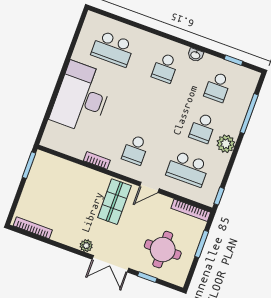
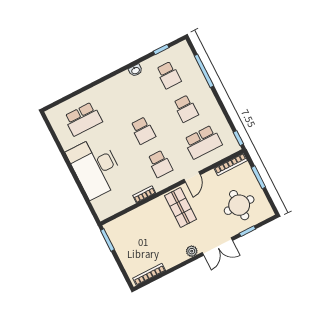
school desk: (165, 68) -> (143, 130), moved
plant: (226, 144) -> (209, 103), removed

